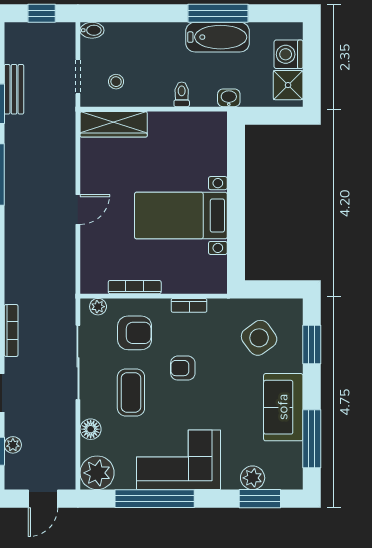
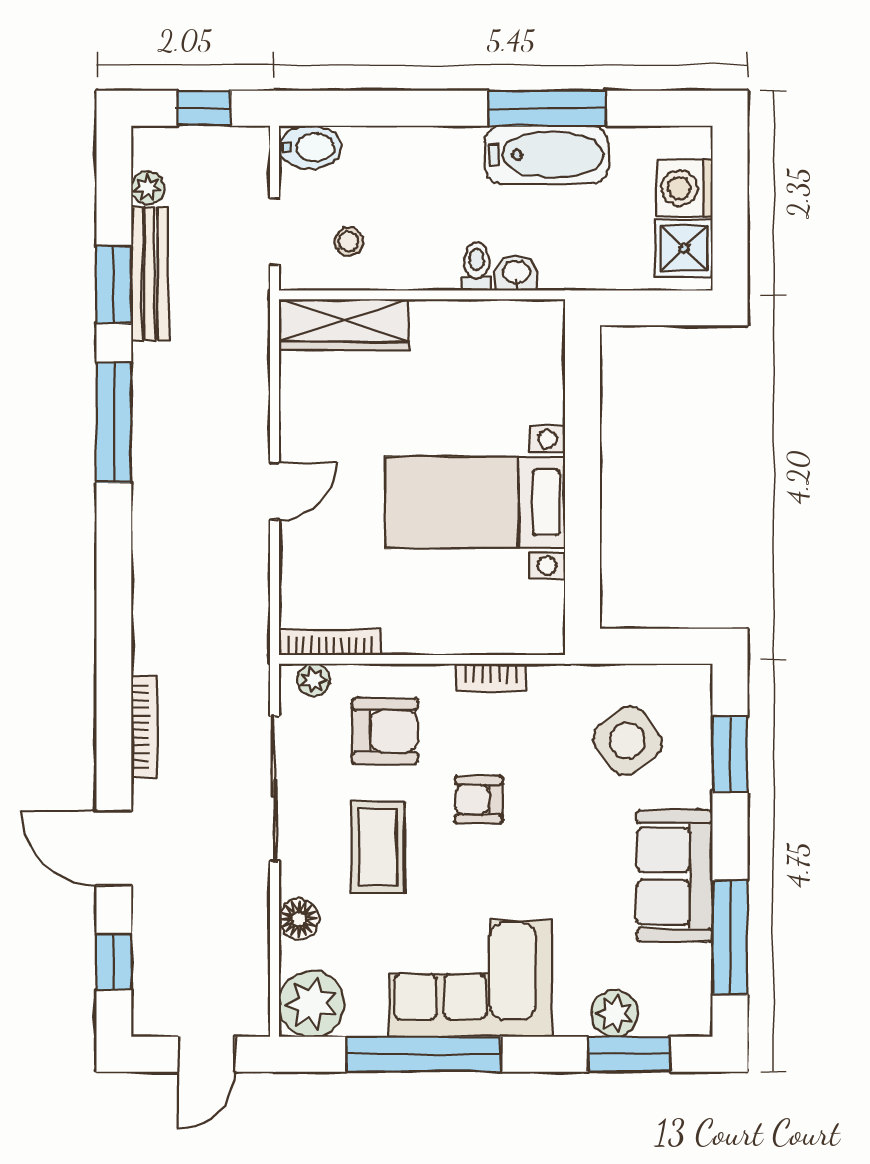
bidet: (92, 30) -> (310, 147), width x1.38, depth x1.36
bench: (14, 89) -> (150, 274), width x1.36
washbasin: (229, 98) -> (516, 273), moved
bookcase: (135, 287) -> (330, 642), moved
plant: (13, 445) -> (148, 188), moved

